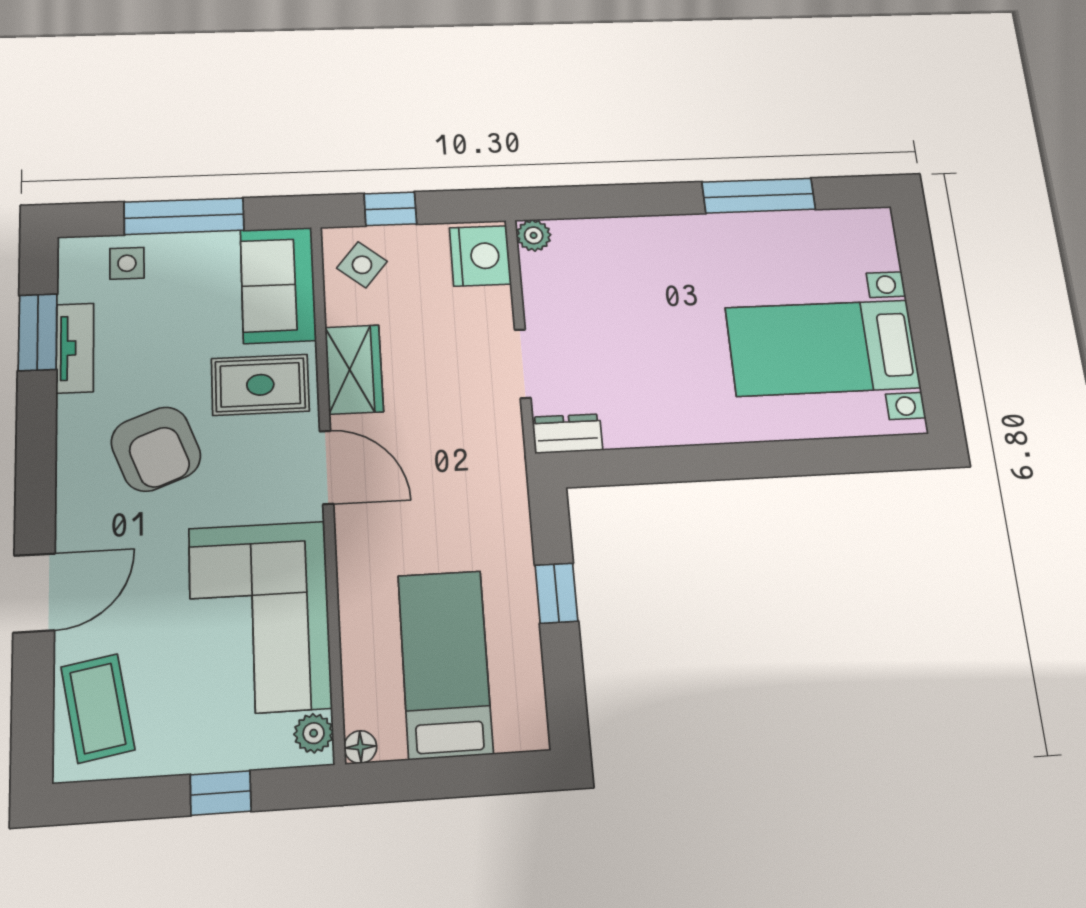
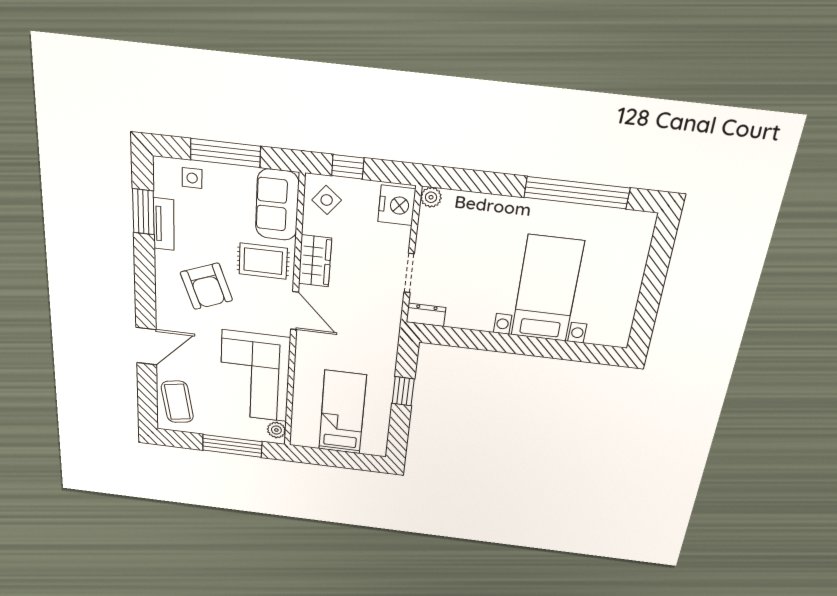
window: (759, 196) -> (577, 193), width x1.46
bed with nightstands: (823, 348) -> (547, 289), moved, turned 90
floor lamp: (360, 747) -> (297, 439), removed
window: (221, 793) -> (232, 446), width x2.17

